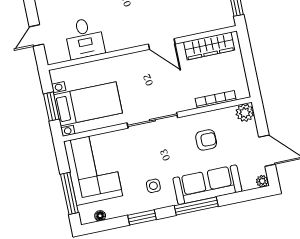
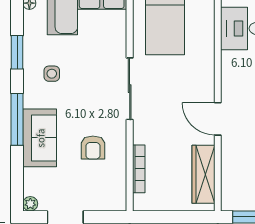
door: (162, 44) -> (218, 119), hinge flipped
plant: (245, 113) -> (116, 200), removed
sofa: (207, 185) -> (40, 138), width x0.73

